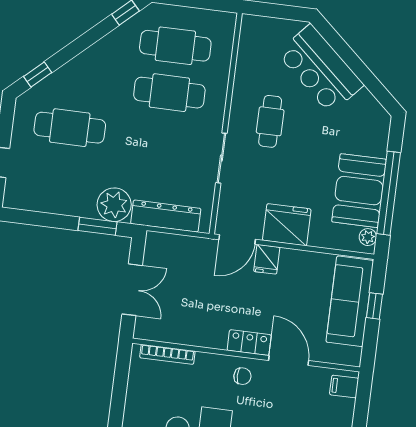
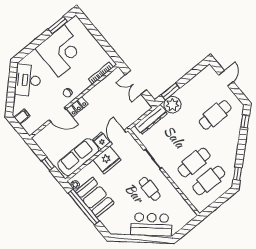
sofa: (350, 301) -> (78, 157), moved, turned -90
filing cabinet: (344, 386) -> (22, 117), moved

